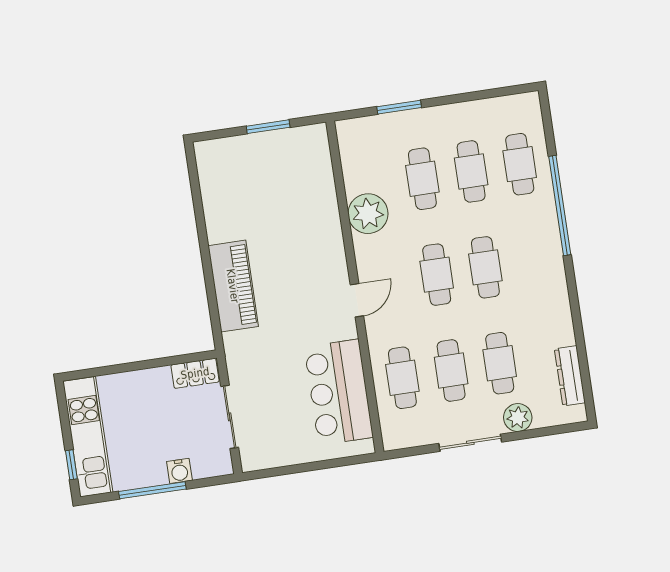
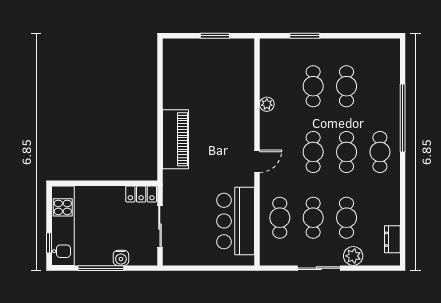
cafe table: (520, 164) -> (380, 152), moved
plant: (368, 214) -> (267, 104), width x0.53, depth x0.53
dresser: (570, 376) -> (392, 239), width x0.70

